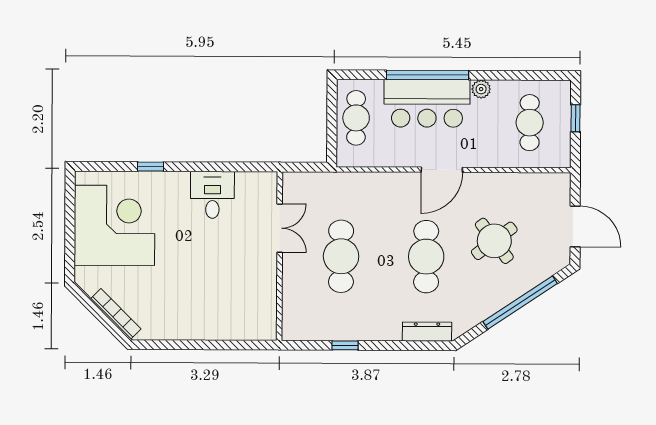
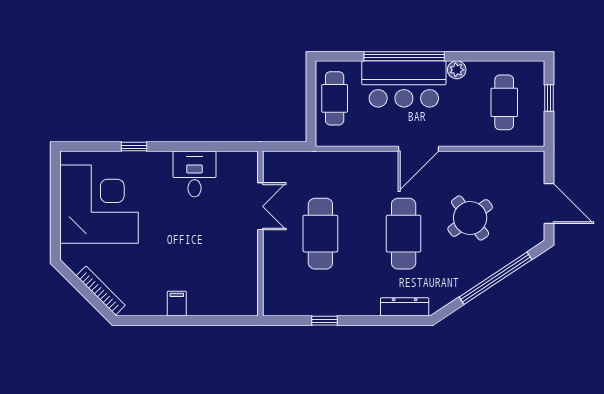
filing cabinet: (194, 327) -> (177, 304), added

